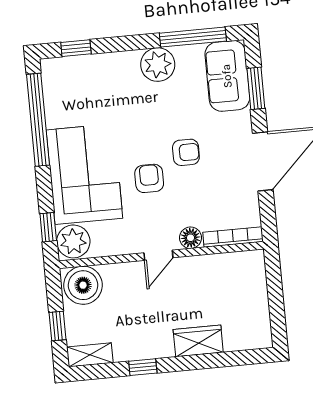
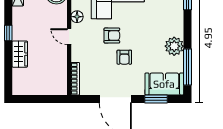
floor lamp: (191, 238) -> (77, 17), moved
window: (143, 367) -> (8, 33), moved

